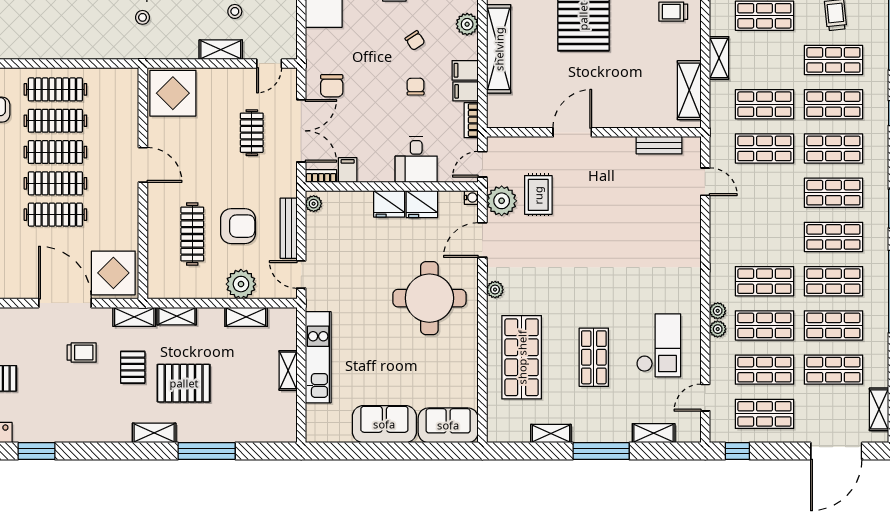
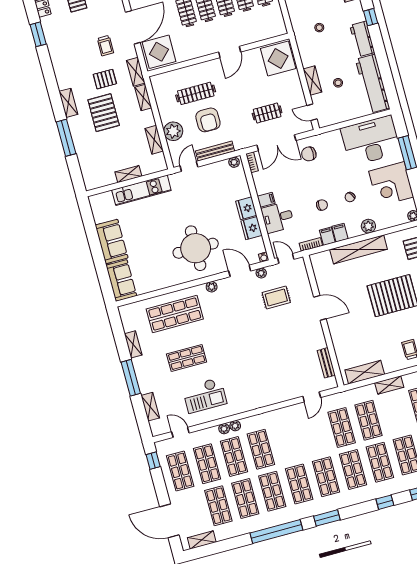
filing cabinet: (348, 170) -> (266, 200), moved
plant: (502, 201) -> (261, 273), width x0.53, depth x0.53

